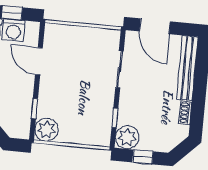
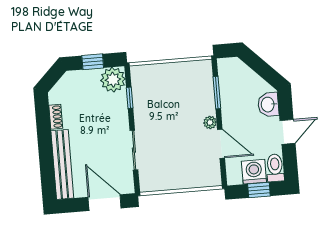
window: (34, 108) -> (217, 93), width x1.50
plant: (46, 130) -> (210, 122), moved, width x0.53, depth x0.53

